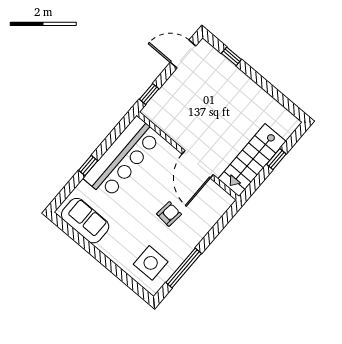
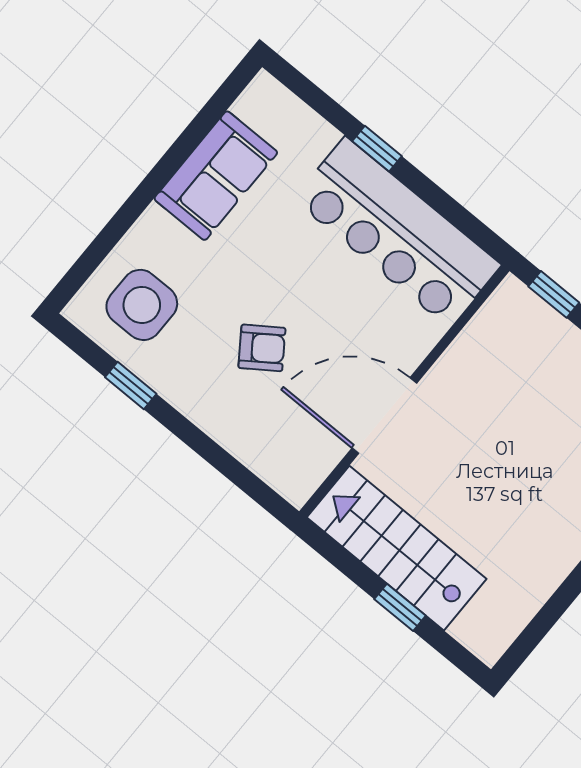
armchair: (169, 214) -> (262, 348), turned -41
sofa: (85, 221) -> (216, 176), moved
window: (184, 268) -> (131, 385), width x0.46

